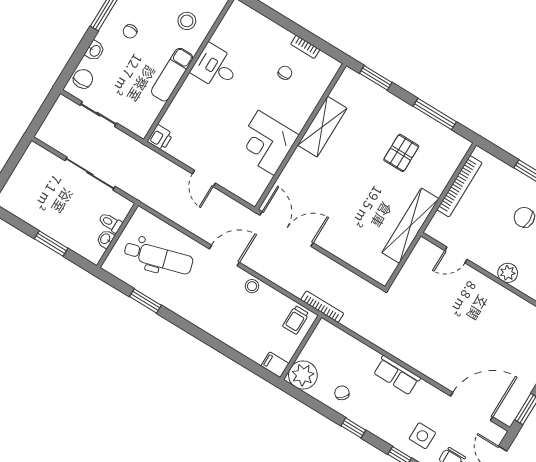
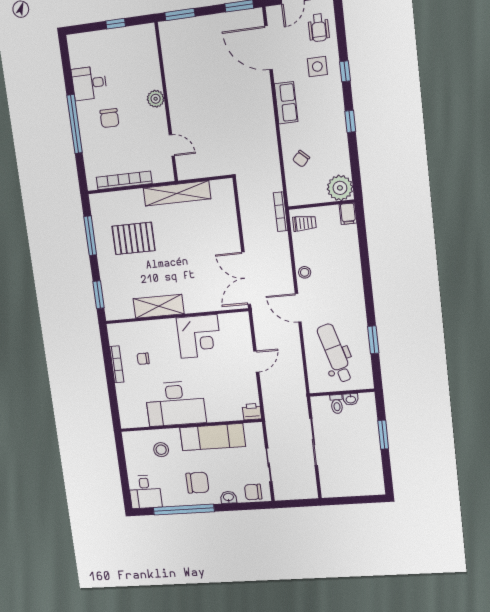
chair: (130, 31) -> (197, 483), width x1.87, depth x1.87
bookcase: (305, 47) -> (117, 364), width x1.56
desk: (215, 67) -> (175, 404), width x1.87, depth x1.30
exam couch: (172, 75) -> (213, 437), width x1.36, depth x1.45
pallet: (401, 153) -> (133, 238), width x1.50, depth x1.42
row of seats: (397, 375) -> (286, 103), moved
chair: (342, 393) -> (301, 159), moved

